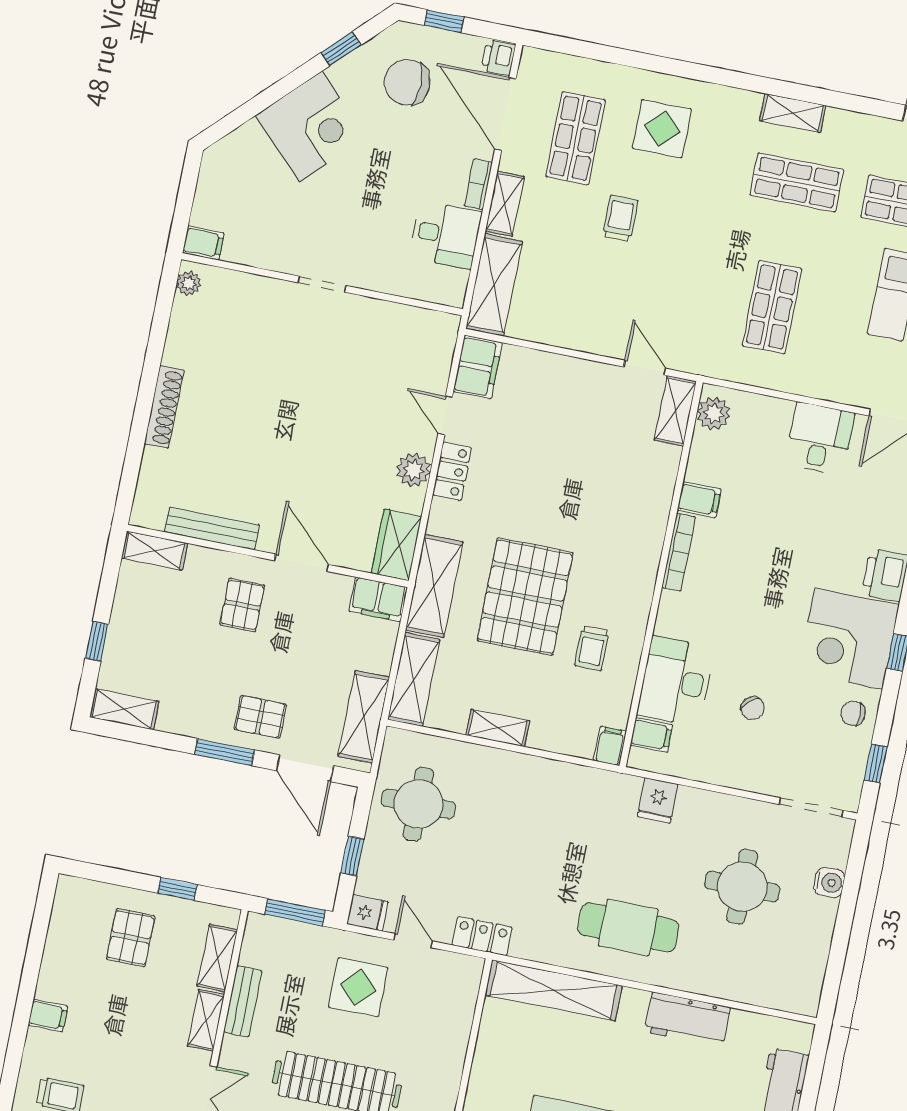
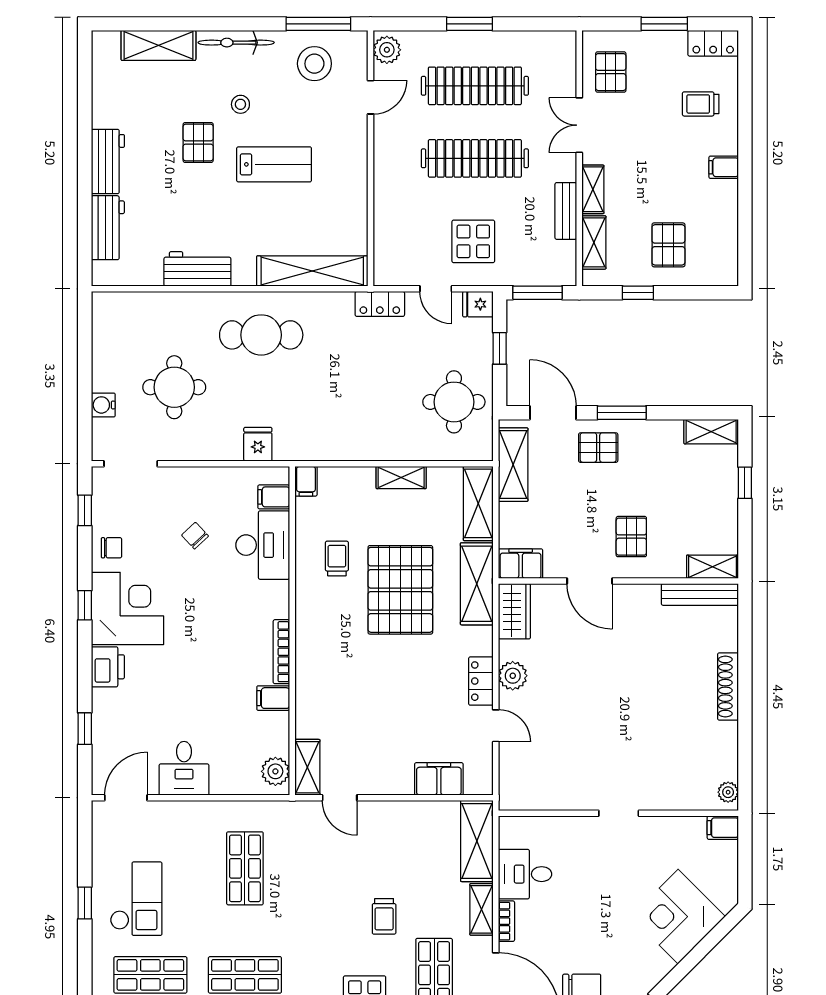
corner desk: (311, 127) -> (678, 917), moved
filing cabinet: (478, 367) -> (439, 779), moved, turned 90
bench: (212, 528) -> (700, 594), moved

